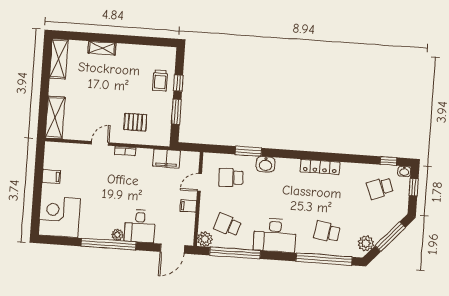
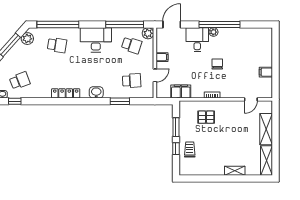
shelving: (55, 118) -> (266, 129), moved
door: (100, 143) -> (251, 99), moved
washbasin: (266, 164) -> (96, 92), moved
chair: (115, 192) -> (217, 64), added
corner desk: (59, 217) -> (258, 42), removed

